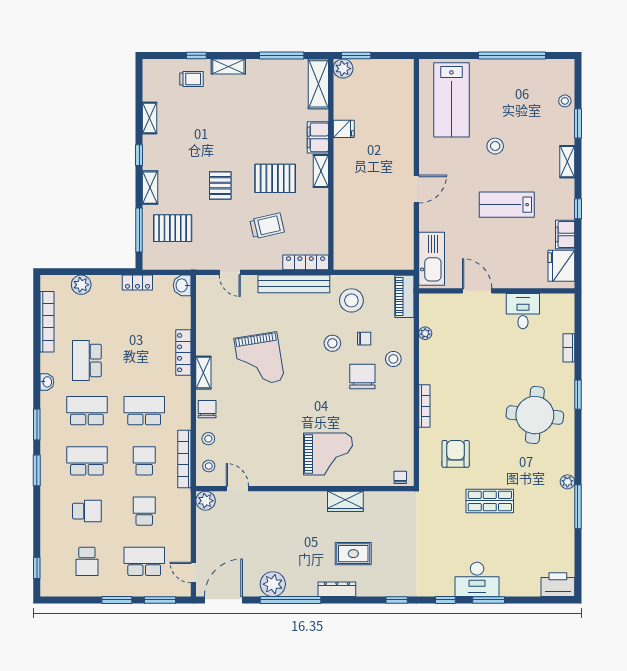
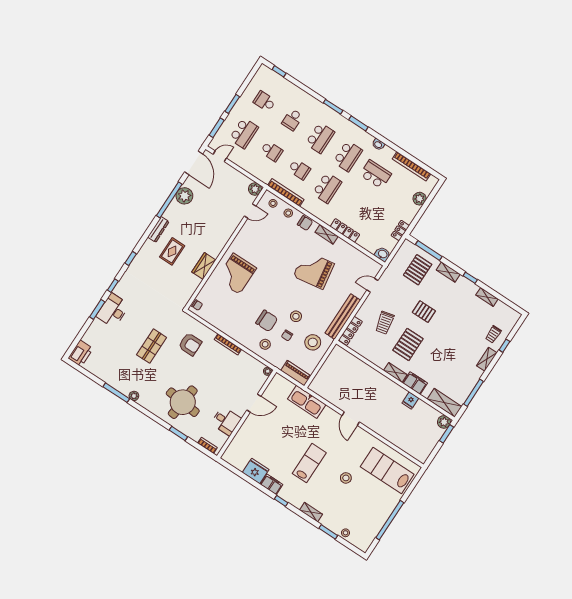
door: (477, 291) -> (254, 403), moved
wall: (497, 291) -> (247, 414), moved
desk: (523, 311) -> (226, 421), moved

